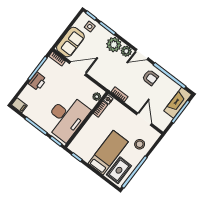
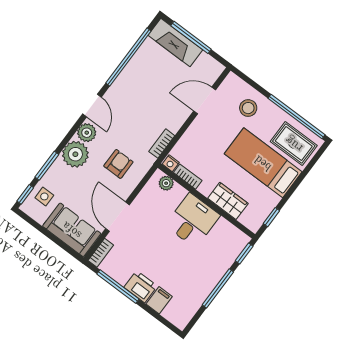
armchair: (150, 78) -> (118, 164), moved
filing cabinet: (19, 105) -> (159, 300), moved
desk: (66, 117) -> (193, 220), width x0.53, depth x0.77
wardrobe: (86, 132) -> (228, 201), added

